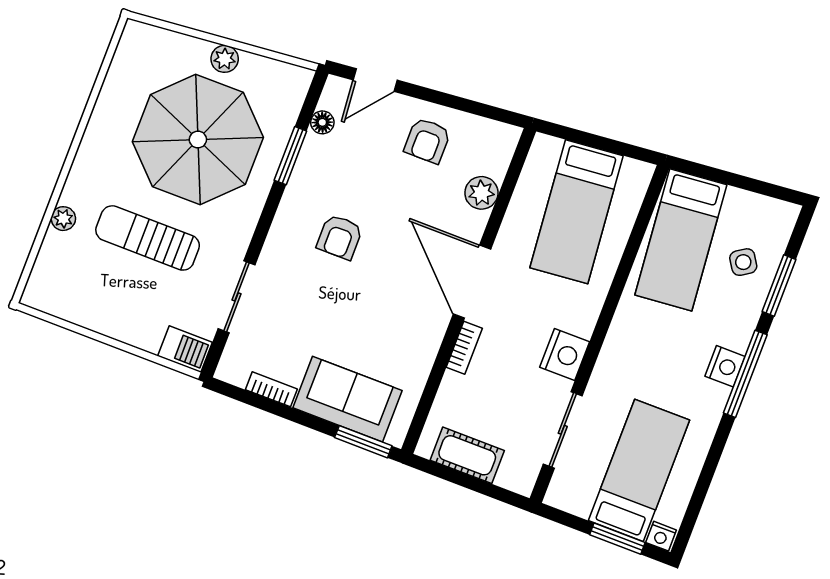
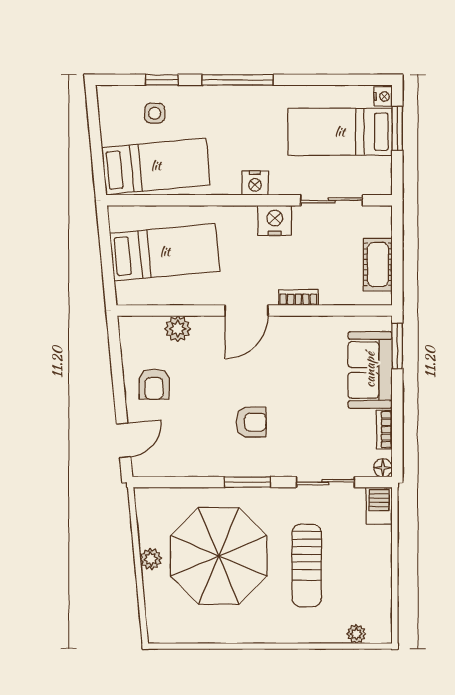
door: (375, 80) -> (124, 440), hinge flipped
floor lamp: (322, 122) -> (383, 468), moved
armchair: (427, 141) -> (154, 384), turned 90
window: (290, 156) -> (247, 482), moved
plant: (63, 219) -> (356, 634), moved
side table: (743, 262) -> (155, 113), turned 35
door: (472, 282) -> (247, 310), width x0.73
window: (779, 286) -> (162, 80), width x0.67
nightstand: (725, 366) -> (255, 183), moved, turned 180

